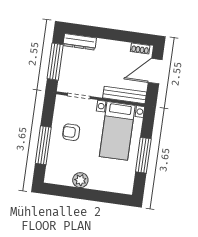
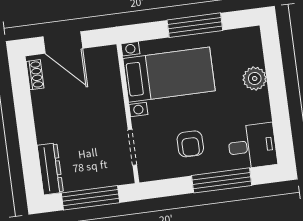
bench: (125, 95) -> (112, 79), removed
desk: (59, 170) -> (252, 146), added
plant: (80, 180) -> (255, 79), moved

